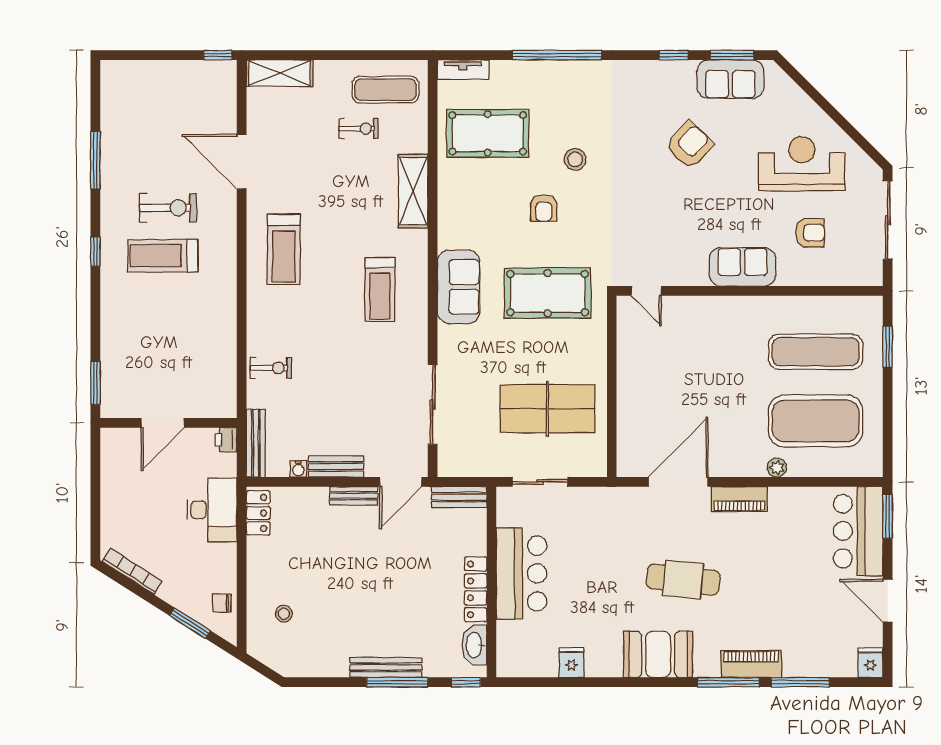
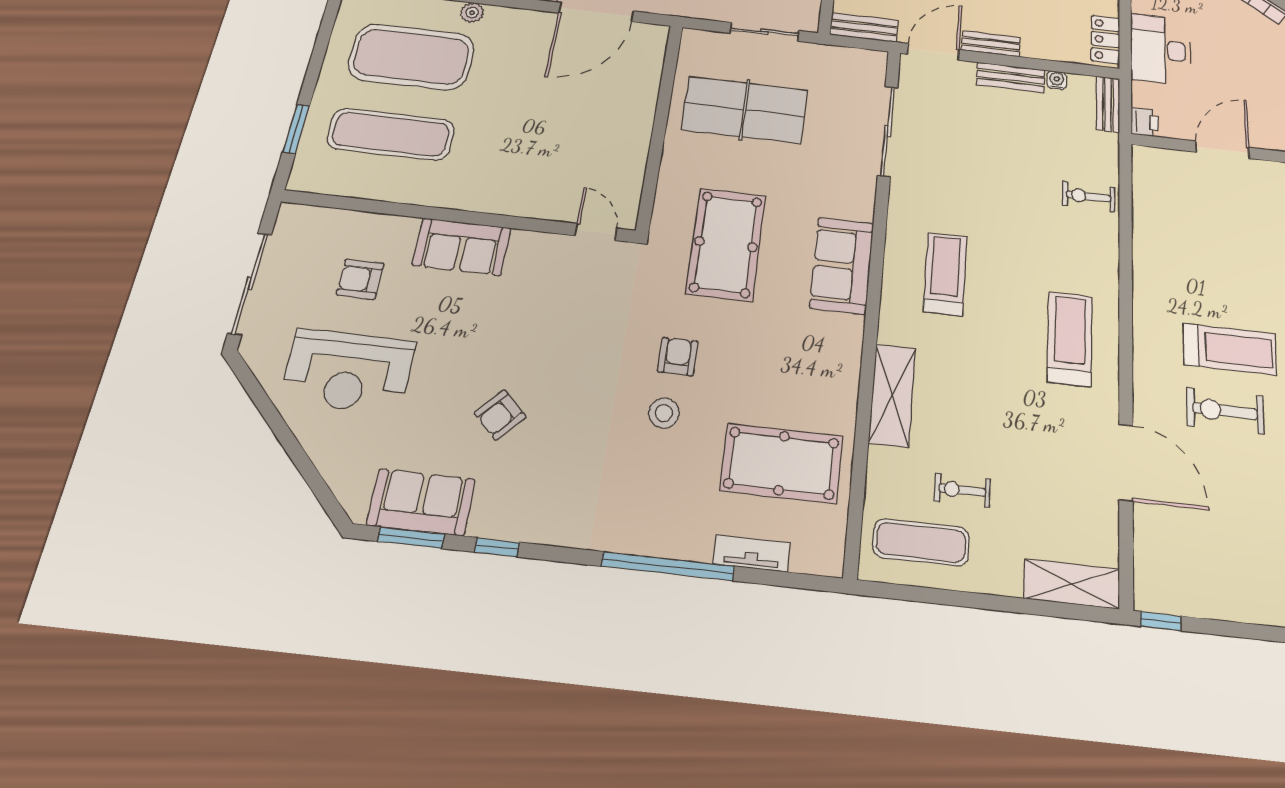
tv unit: (463, 70) -> (752, 553), moved
armchair: (689, 145) -> (500, 415), width x0.72, depth x0.72
armchair: (544, 208) -> (678, 356), moved
pool table: (548, 293) -> (726, 244), turned 90
bench: (256, 443) -> (1108, 104), width x0.73

